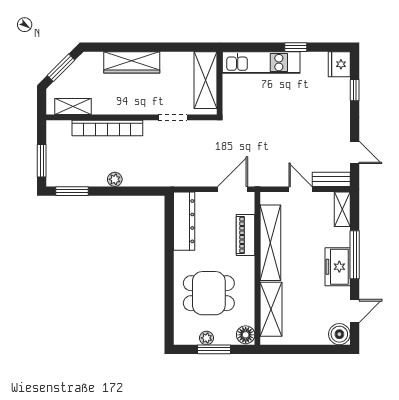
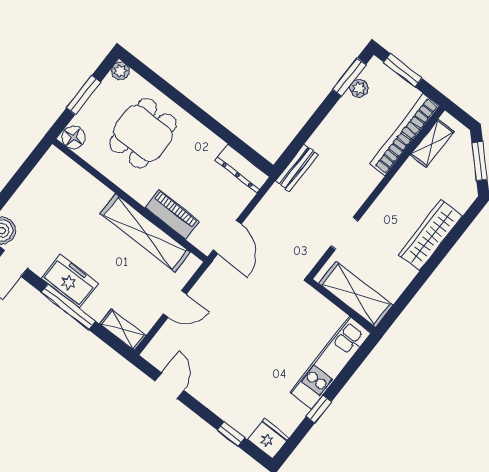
bookcase: (107, 128) -> (404, 135), moved
door: (355, 152) -> (169, 386), swing flipped
plant: (115, 179) -> (359, 88), moved
bench: (331, 179) -> (297, 168), moved
dresser: (184, 221) -> (242, 168), width x0.73, depth x0.80
shelving: (271, 309) -> (79, 182), removed
plant: (207, 338) -> (120, 71), moved

